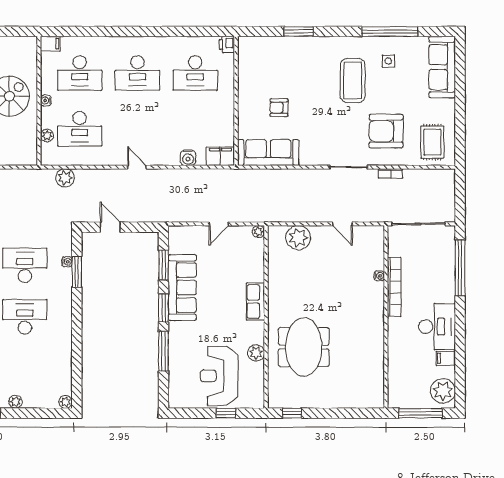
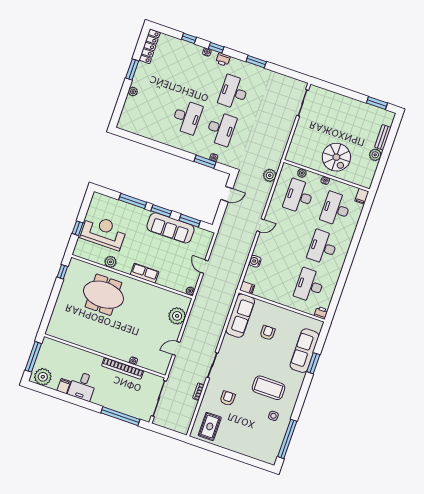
window: (390, 31) -> (287, 439), moved
sofa: (442, 67) -> (304, 351), moved, turned -90
armchair: (386, 131) -> (228, 398), width x0.53, depth x0.53
rug: (432, 142) -> (210, 426), turned 90
filing cabinet: (220, 156) -> (247, 288), width x0.50
desk: (437, 327) -> (82, 386), width x0.73
plant: (66, 402) -> (121, 125), removed

